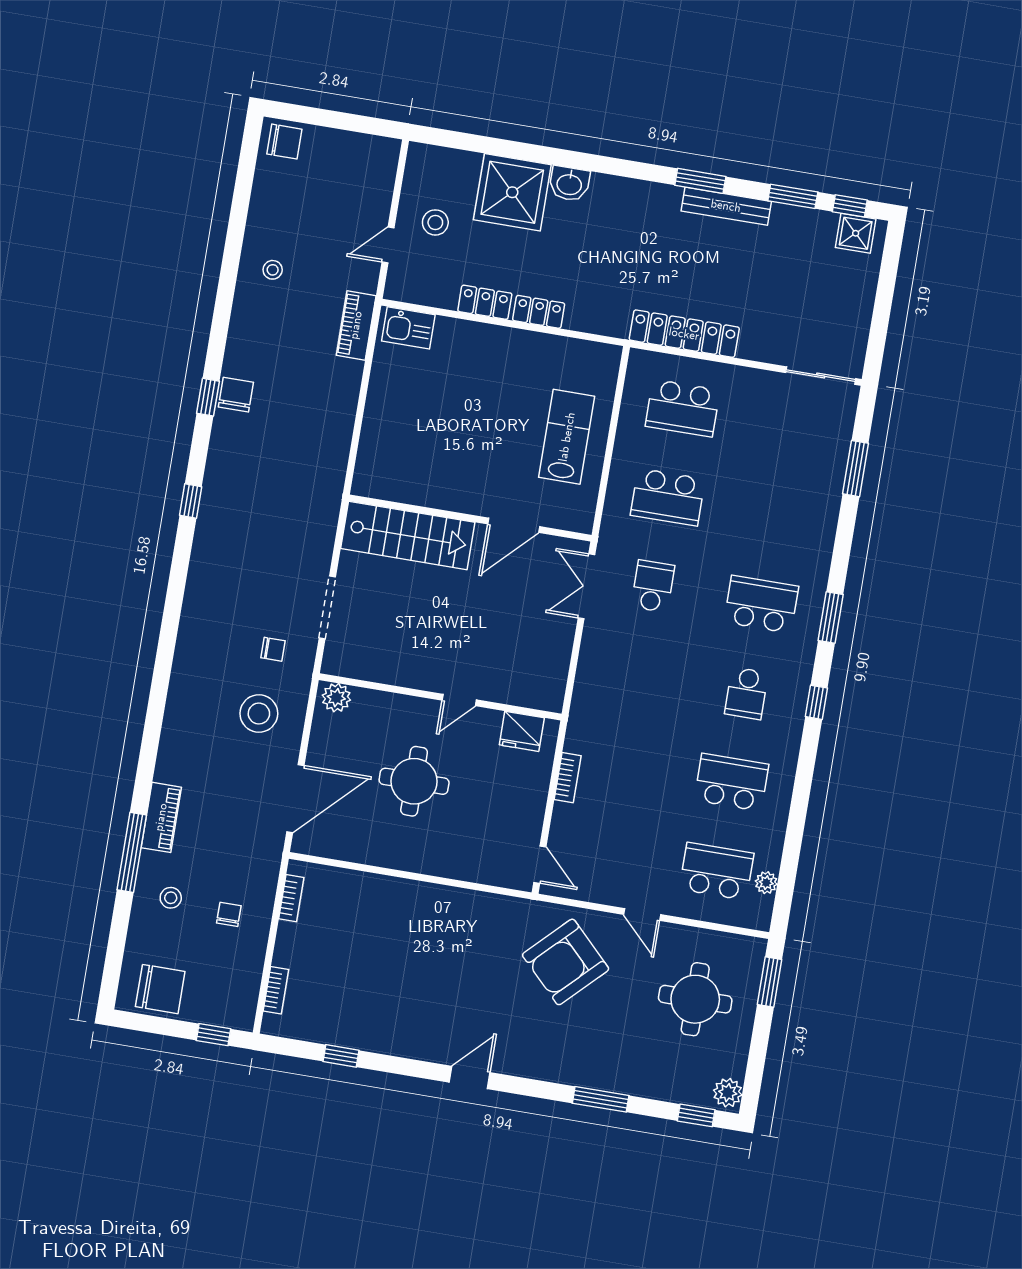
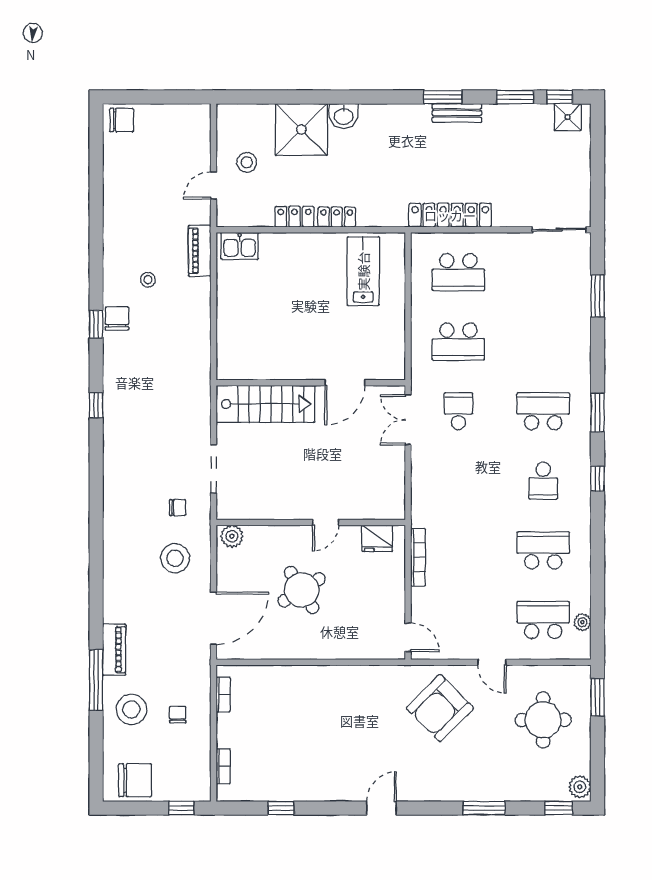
bench: (726, 206) -> (457, 113), width x0.73
stool: (273, 270) -> (148, 280), moved
lab bench: (567, 437) -> (363, 271), moved
bookcase: (568, 778) -> (418, 557), width x1.56
round table: (414, 781) -> (302, 590), turned -32
stool: (171, 898) -> (131, 709), width x1.89, depth x1.89

